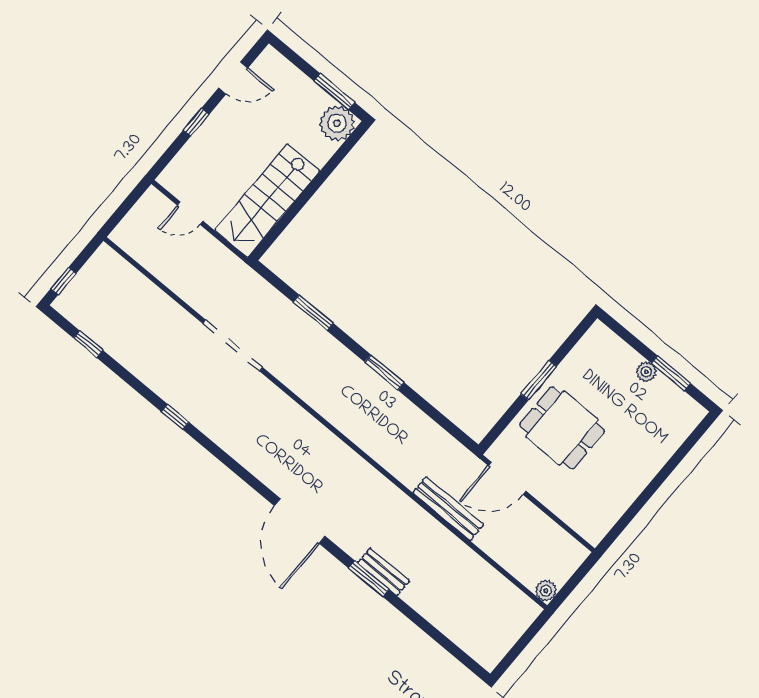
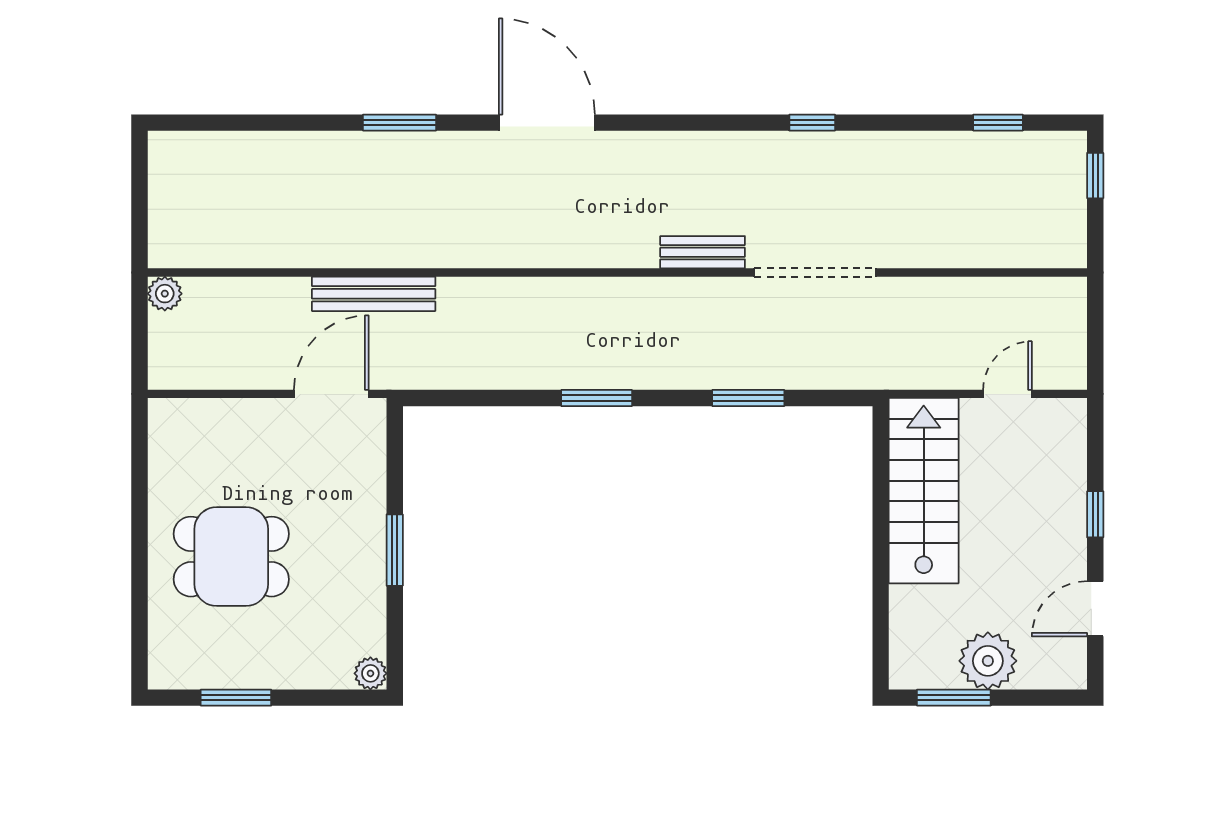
plant: (337, 123) -> (988, 661), moved
plant: (646, 372) -> (370, 673), moved
dining table: (562, 428) -> (231, 557), moved
bench: (384, 572) -> (703, 252), moved

